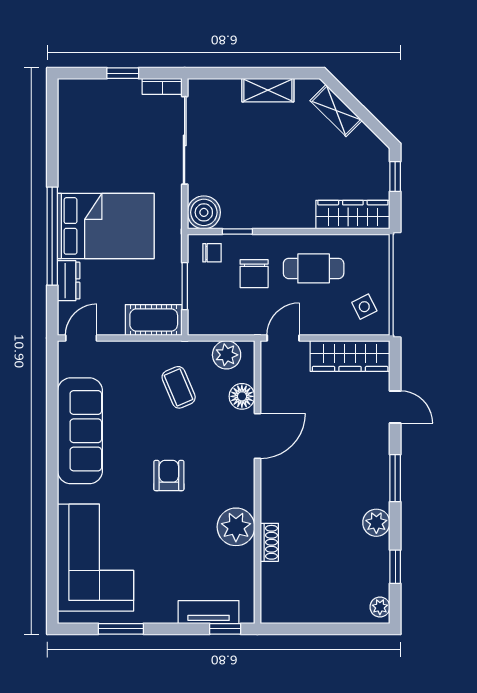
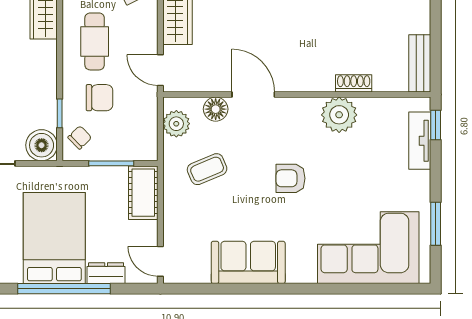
chair: (212, 253) -> (80, 137), turned 46
sofa: (80, 431) -> (248, 262), width x0.73
bench: (290, 612) -> (420, 63), added

